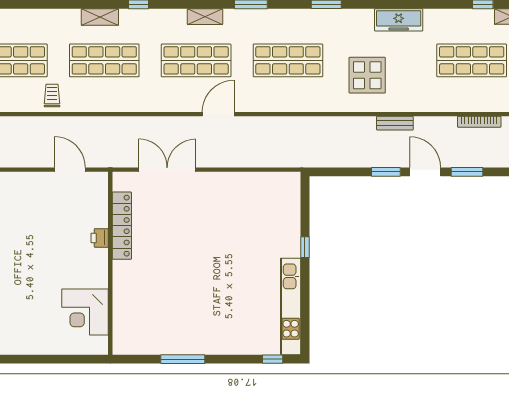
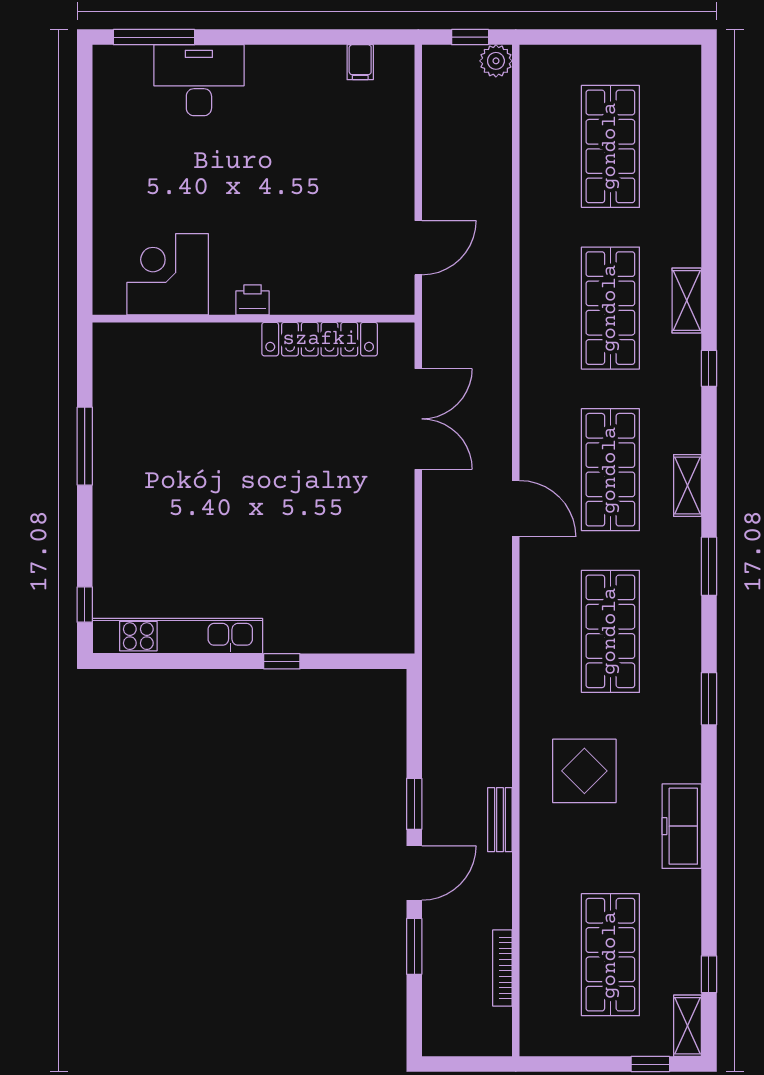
trolley: (52, 96) -> (549, 216), removed
printer: (100, 238) -> (253, 300), moved

